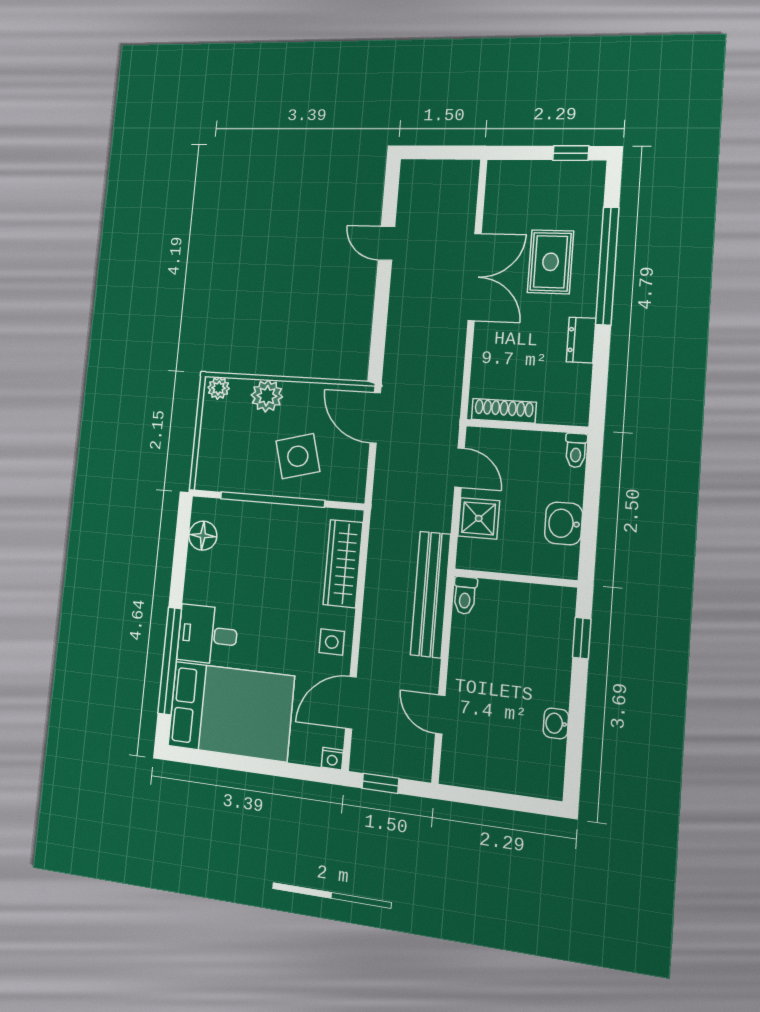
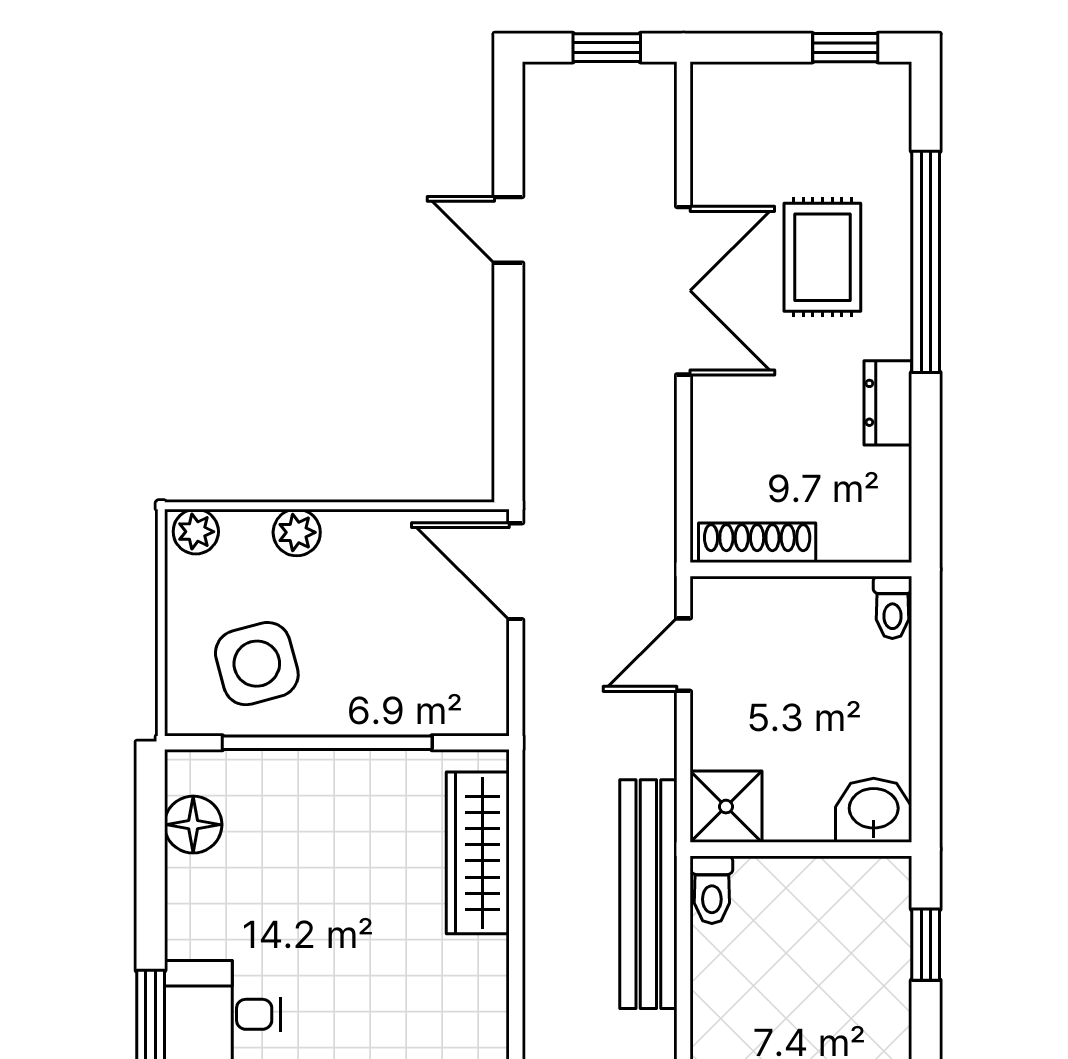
window: (444, 152) -> (607, 48), added
plant: (267, 396) -> (297, 532), width x0.73, depth x0.73
side table: (298, 456) -> (257, 664), moved
door: (460, 468) -> (684, 655), swing flipped
shower: (479, 518) -> (726, 807), moved
washbasin: (563, 523) -> (874, 810), moved, turned 90
side table: (332, 642) -> (469, 1002), removed

